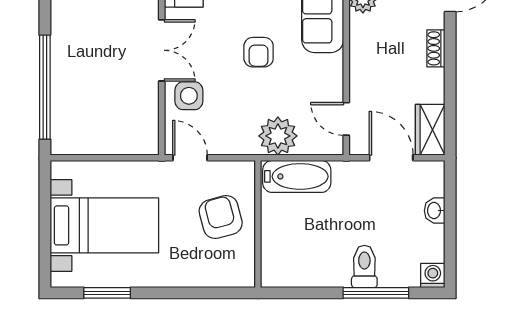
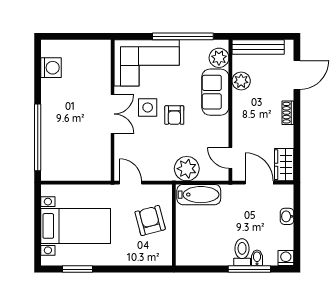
side table: (189, 96) -> (148, 107), moved
bidet: (388, 275) -> (257, 258), added

